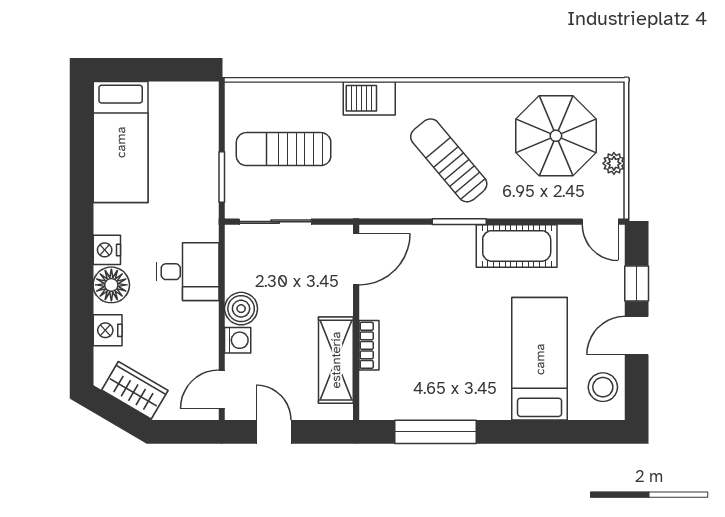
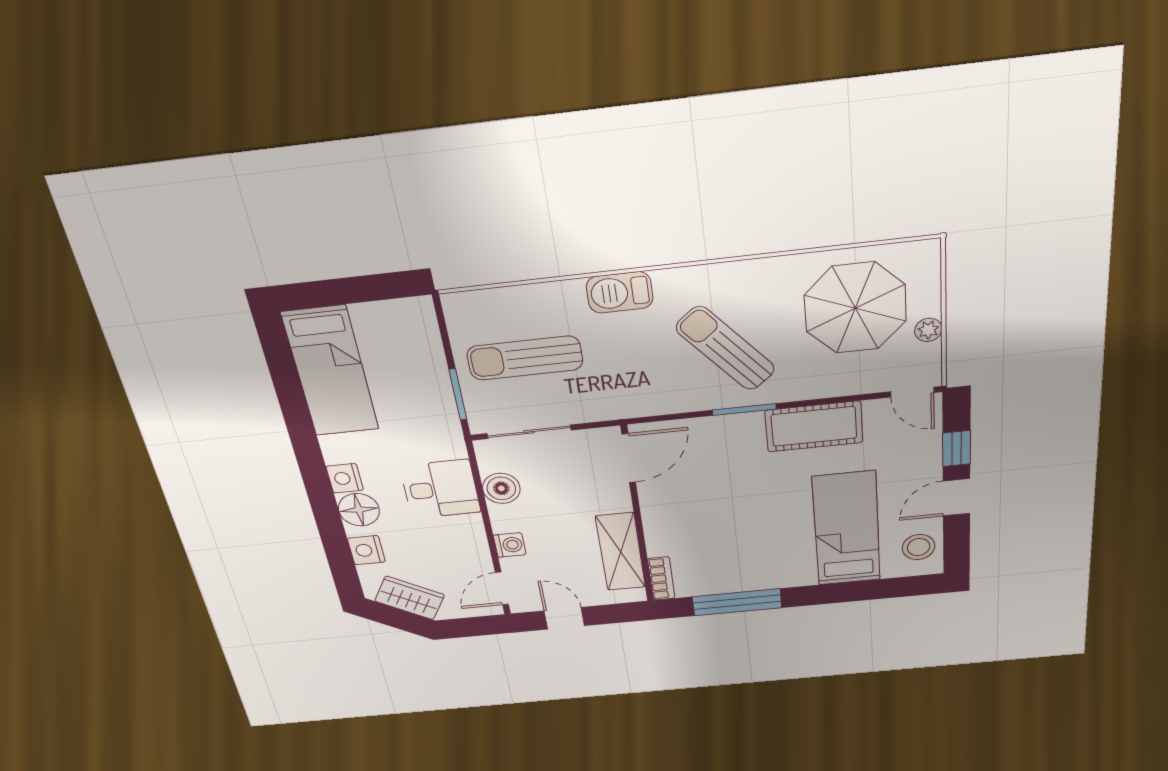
boiler: (241, 309) -> (501, 488), moved
bookcase: (369, 345) -> (661, 579), moved

